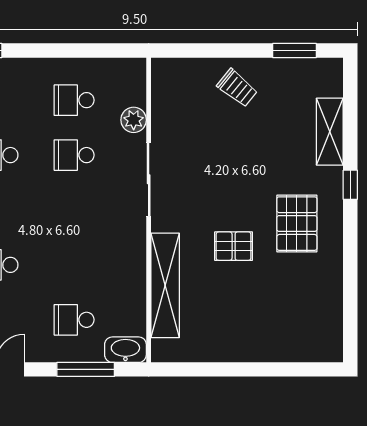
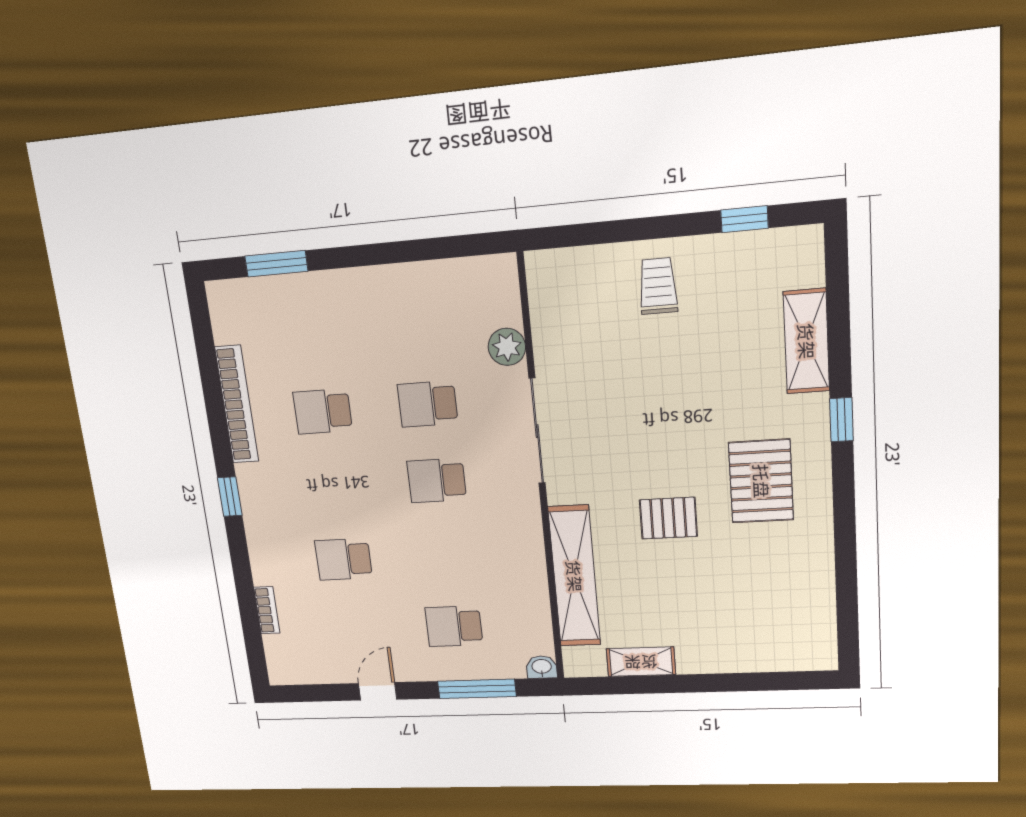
window: (294, 51) -> (744, 219), width x0.67
trolley: (237, 88) -> (658, 286), turned -129
school desk: (74, 100) -> (437, 481), moved
washbasin: (125, 350) -> (542, 667), width x0.52, depth x0.69
shelving: (207, 352) -> (641, 662), added

